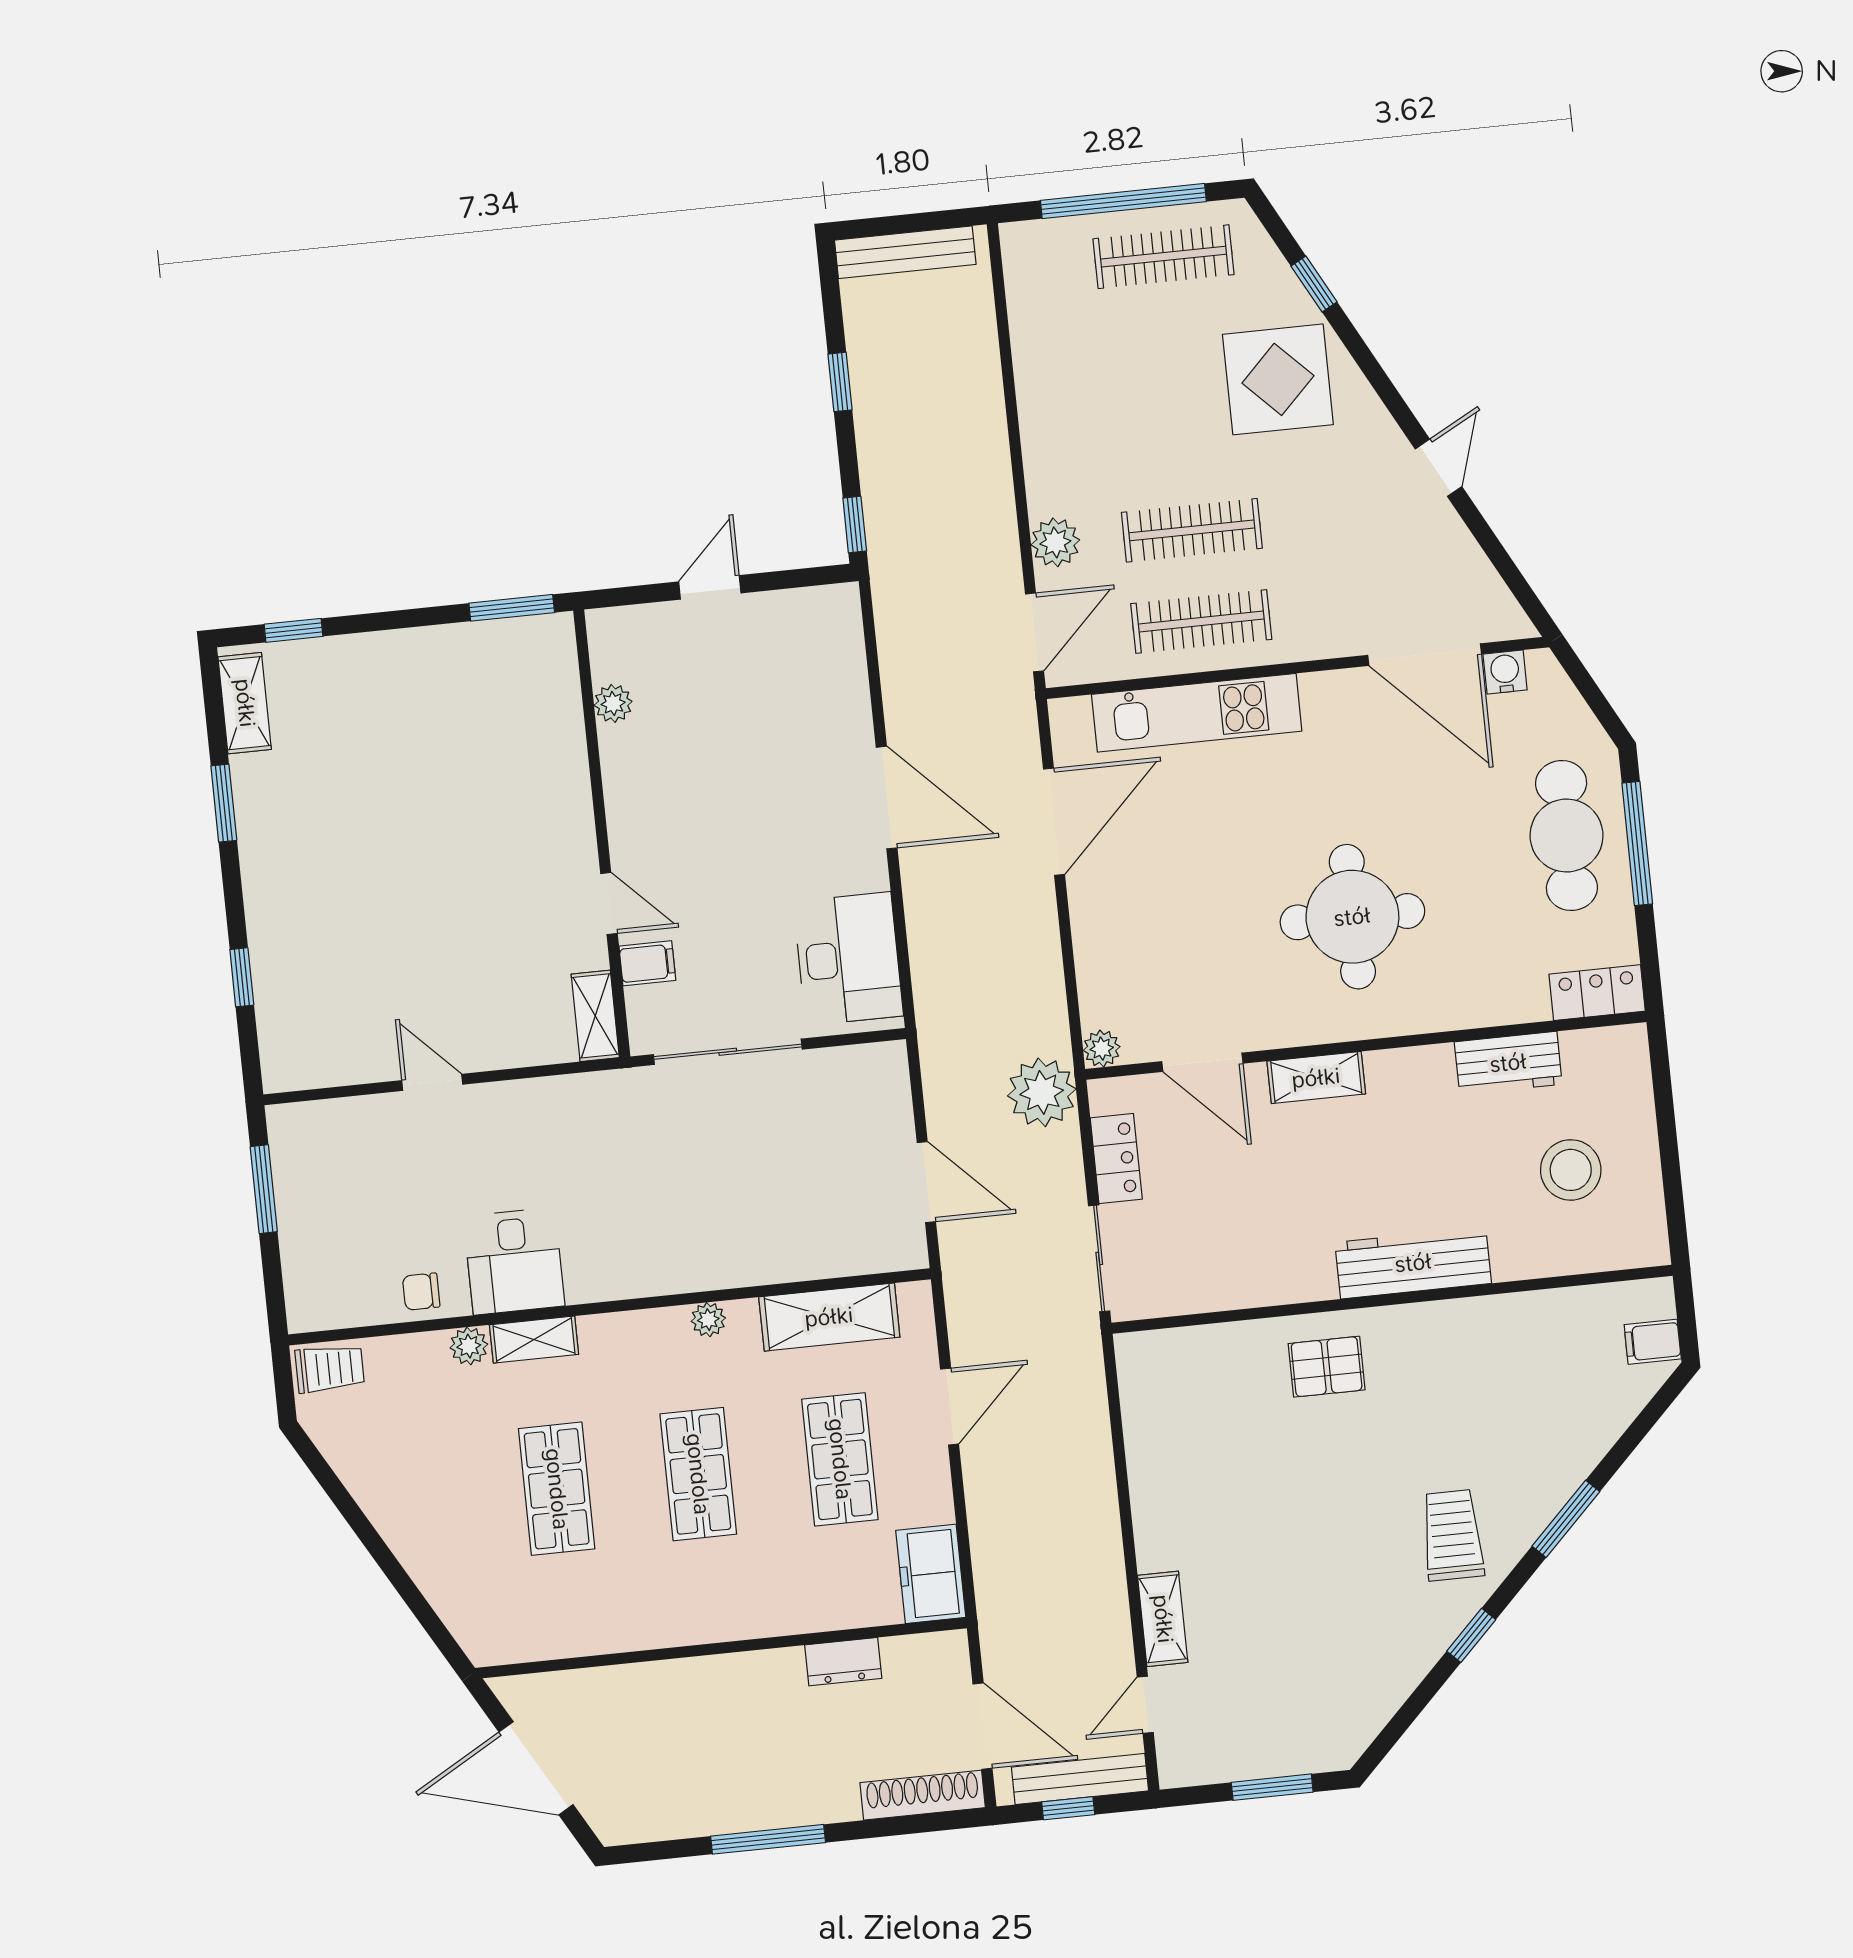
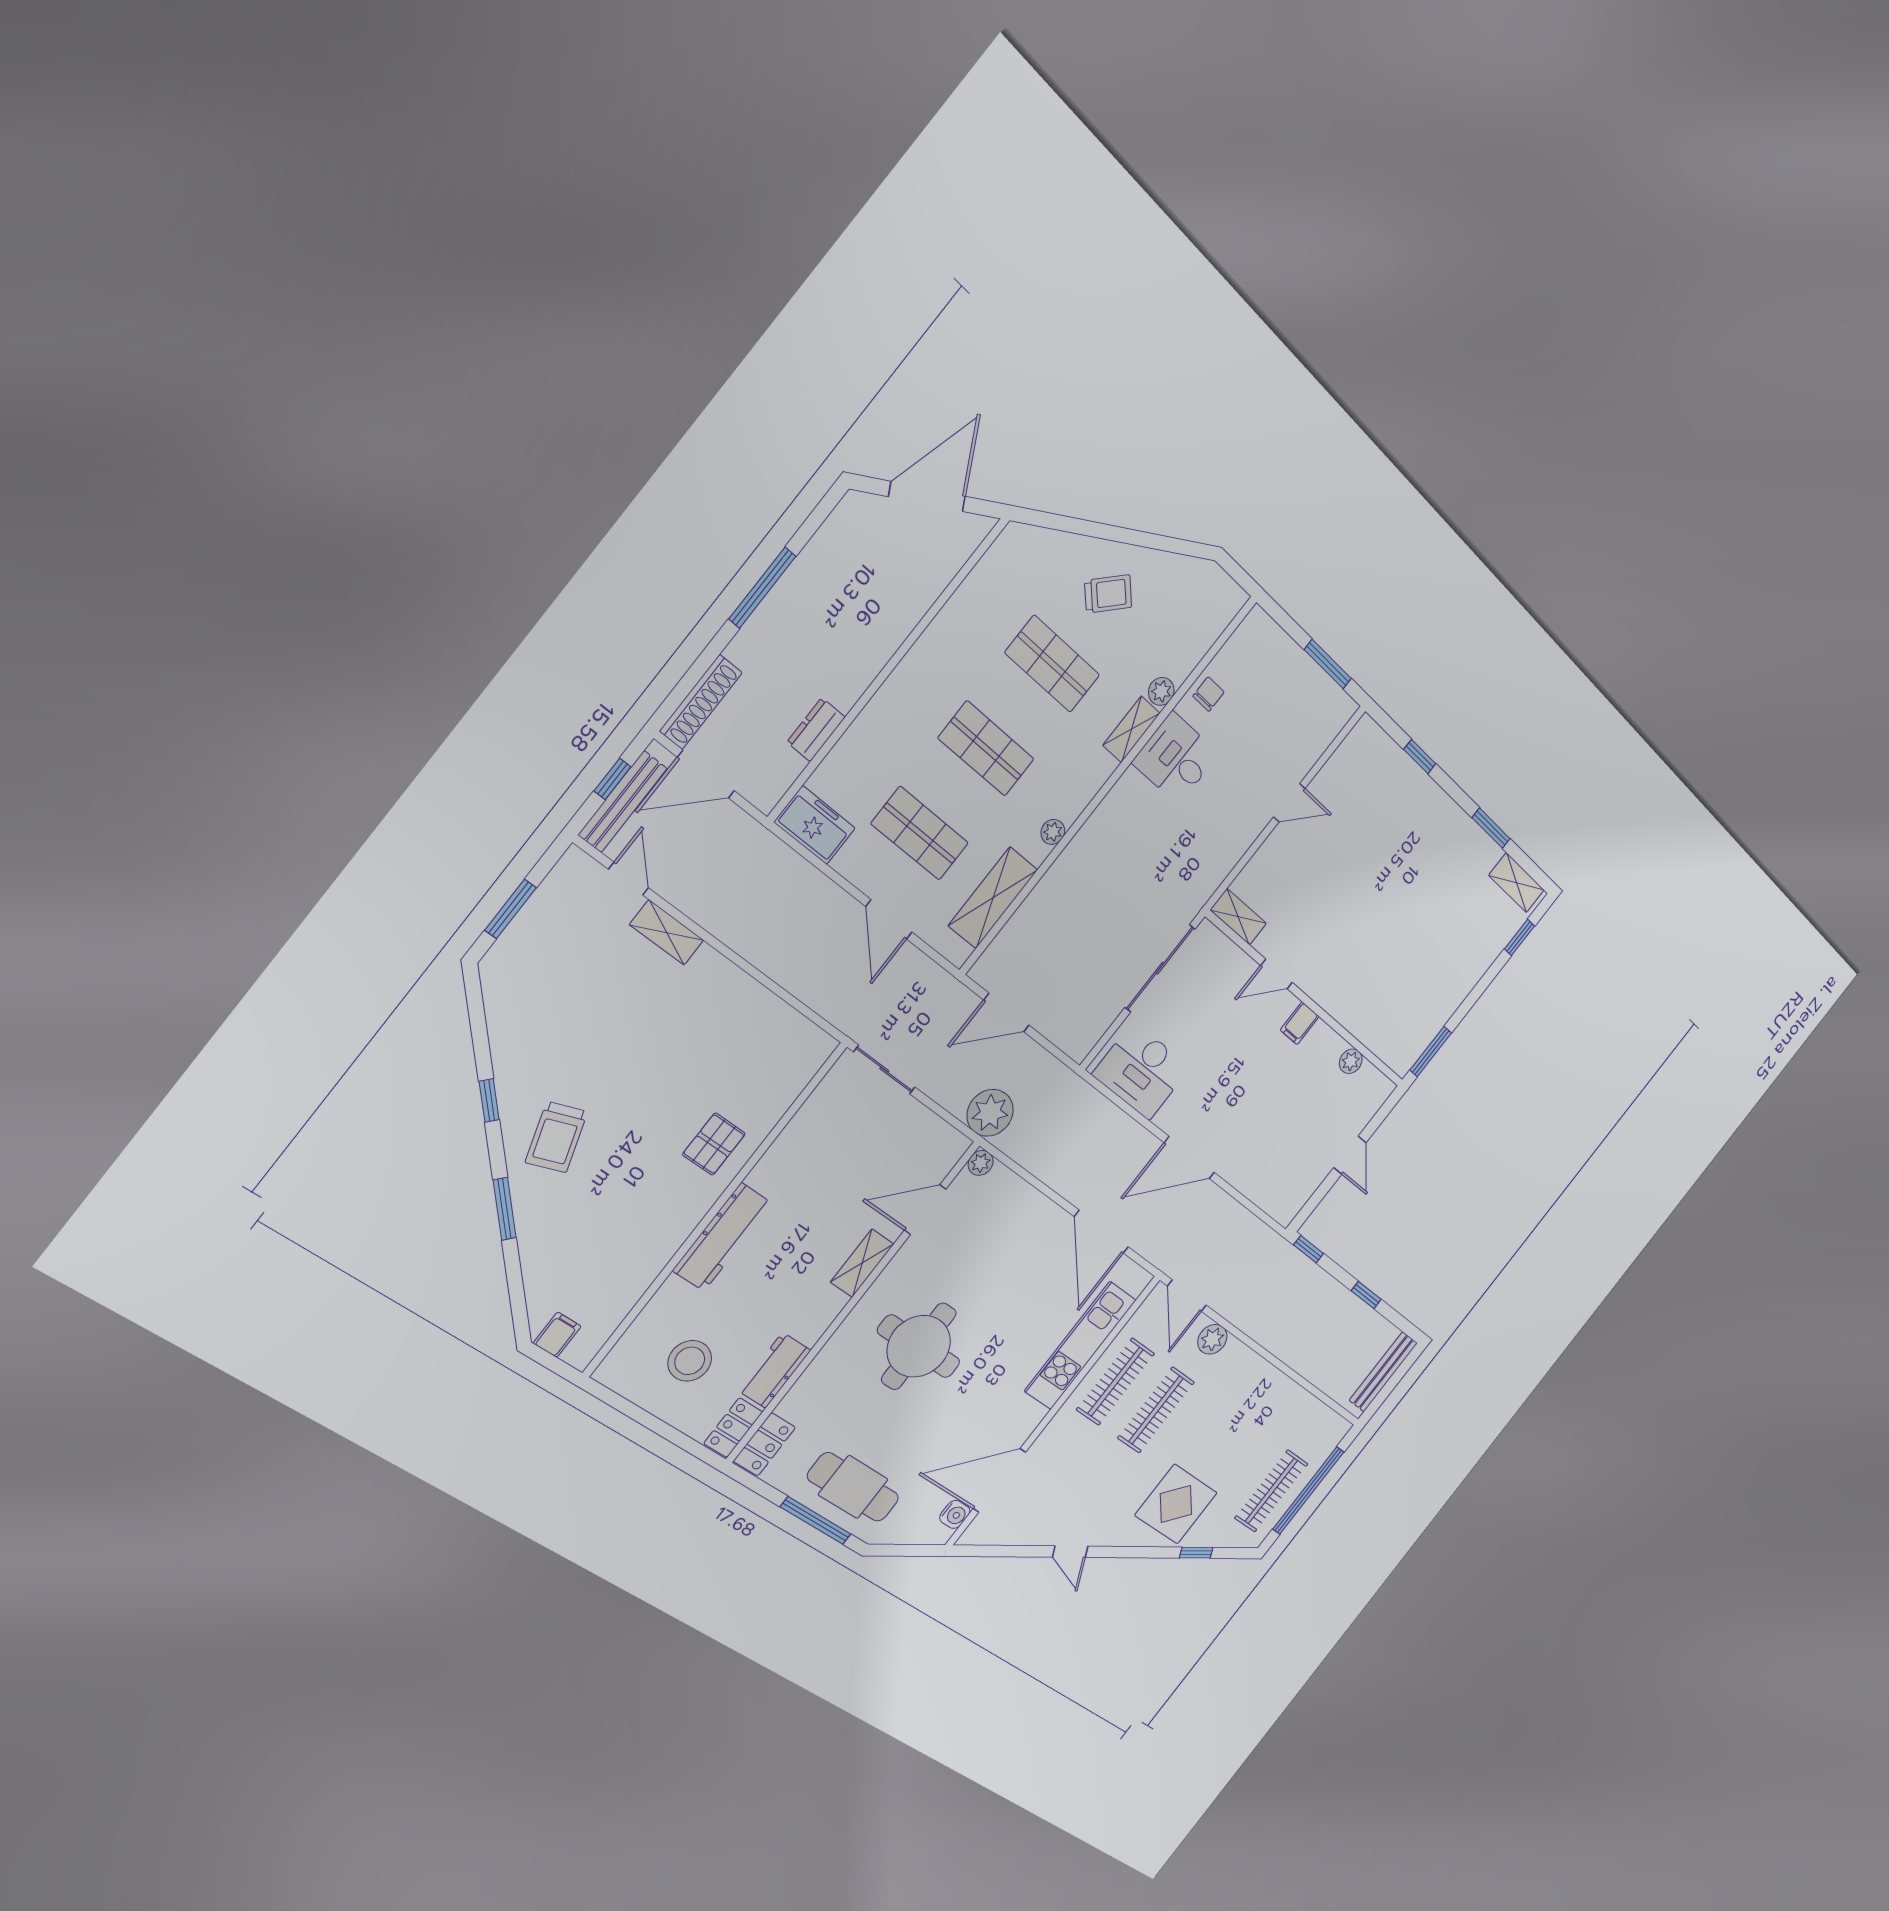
filing cabinet: (647, 963) -> (1300, 1023), moved
locker: (1116, 1158) -> (733, 1428), moved, turned 90
trolley: (330, 1369) -> (1108, 594), moved, turned -136
trolley: (1452, 1535) -> (556, 1137), turned 71

